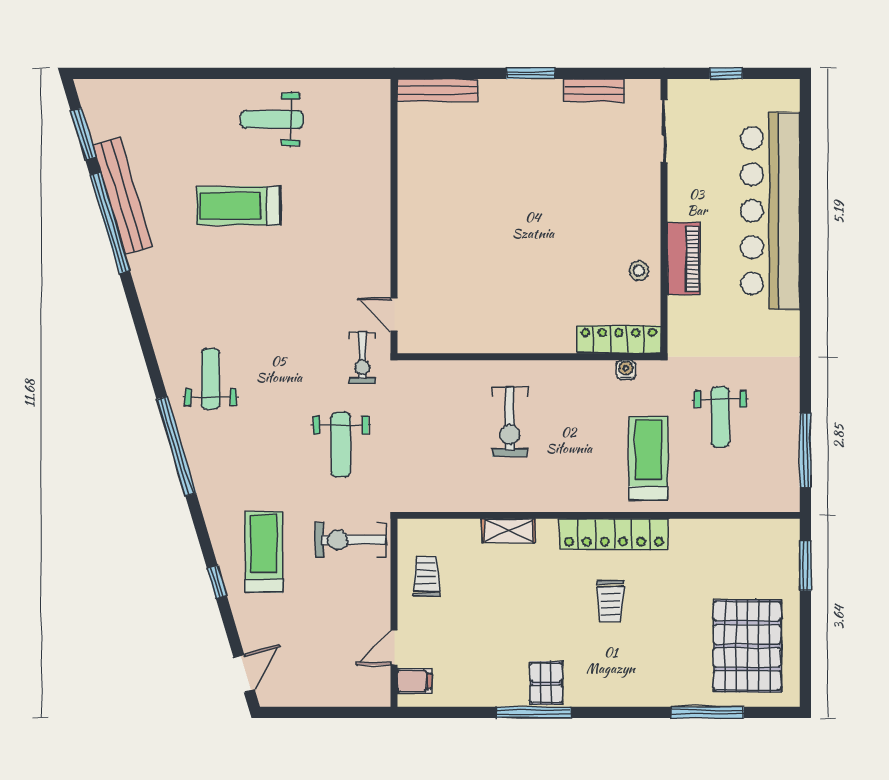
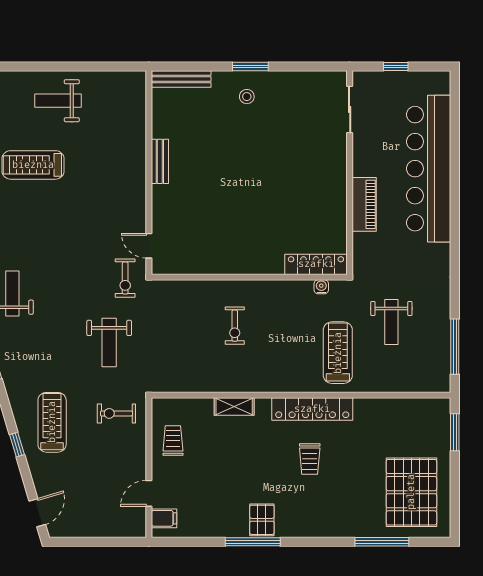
bench: (594, 90) -> (160, 161), moved, turned 90
stool: (639, 271) -> (247, 97), moved
exercise bike: (510, 422) -> (235, 326), width x0.73, depth x0.72
exercise bike: (351, 540) -> (116, 413), width x0.73, depth x0.72

